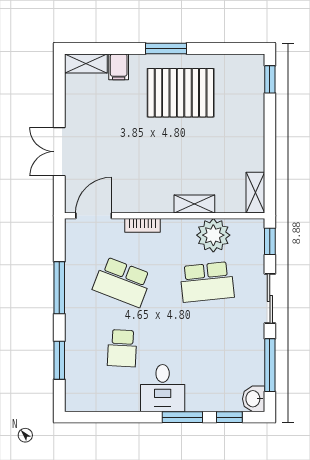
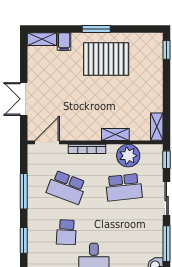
bookcase: (142, 225) -> (87, 149), width x1.56

